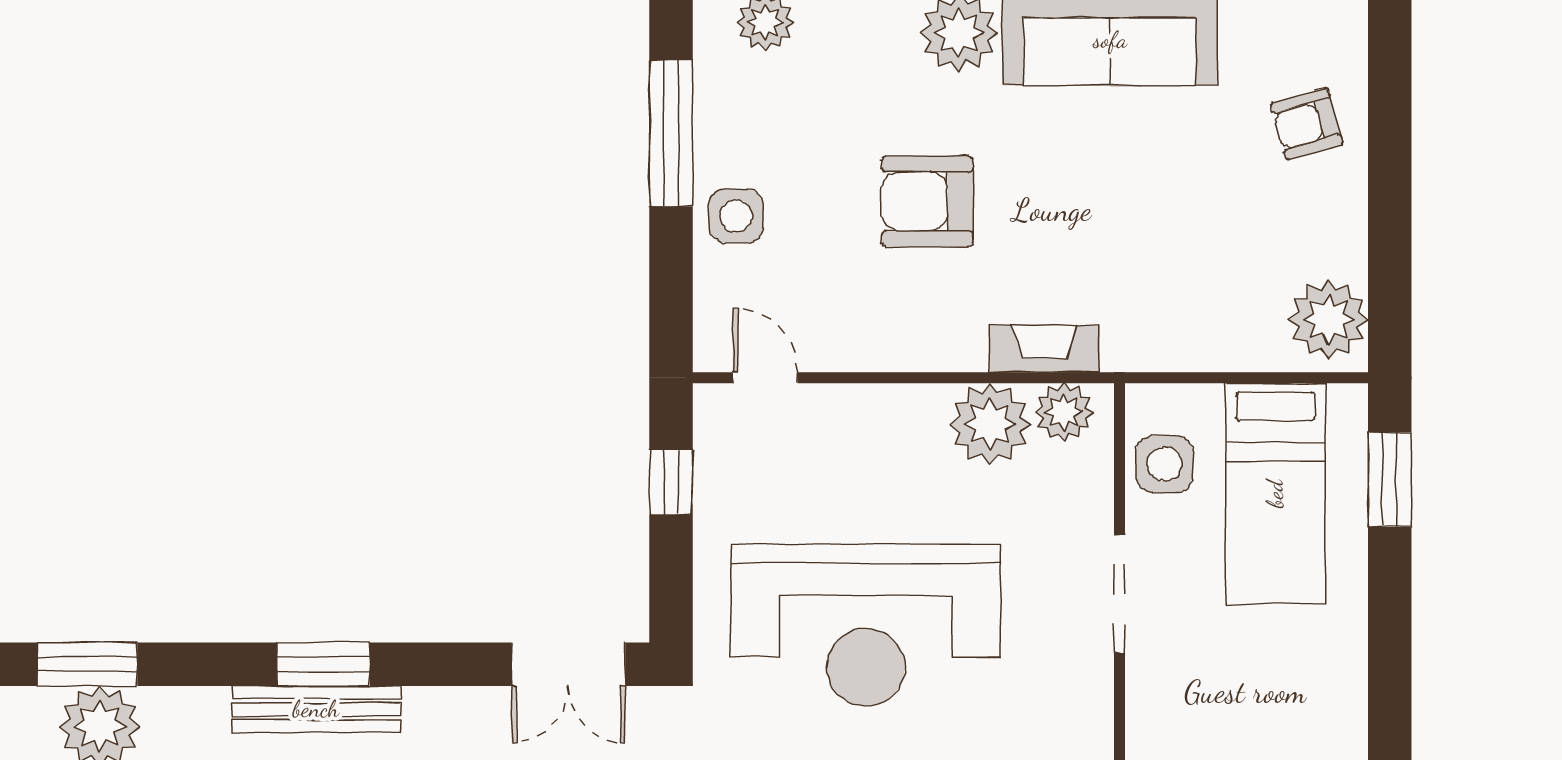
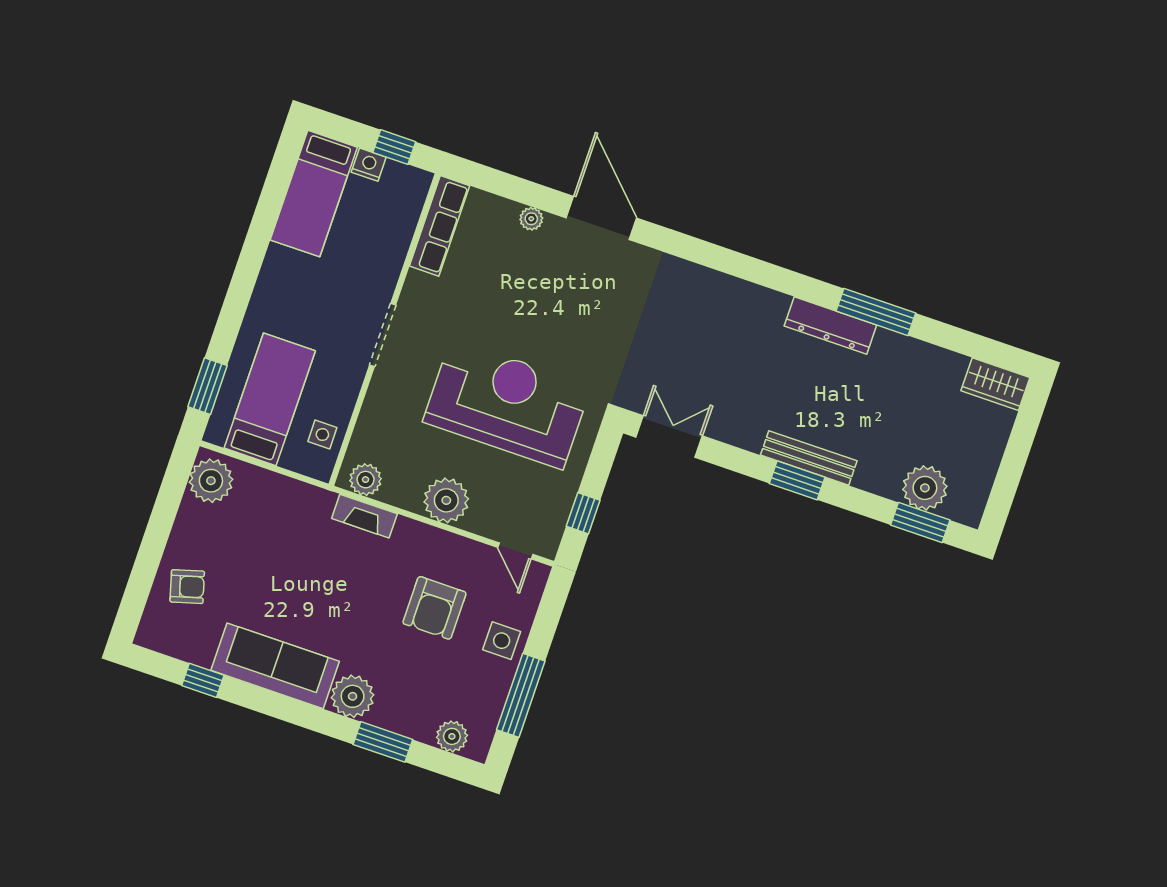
armchair: (927, 201) -> (434, 608), moved, turned 90
plant: (990, 424) -> (446, 500), moved
side table: (1164, 464) -> (322, 435), width x0.73, depth x0.73
doorway: (1120, 594) -> (383, 335), moved

